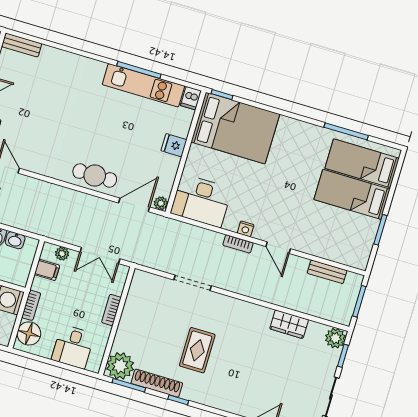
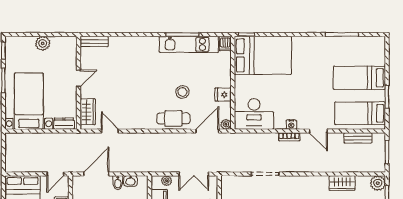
stool: (117, 145) -> (182, 92), added
fridge: (174, 145) -> (223, 95), moved
bed: (362, 163) -> (360, 113), moved

